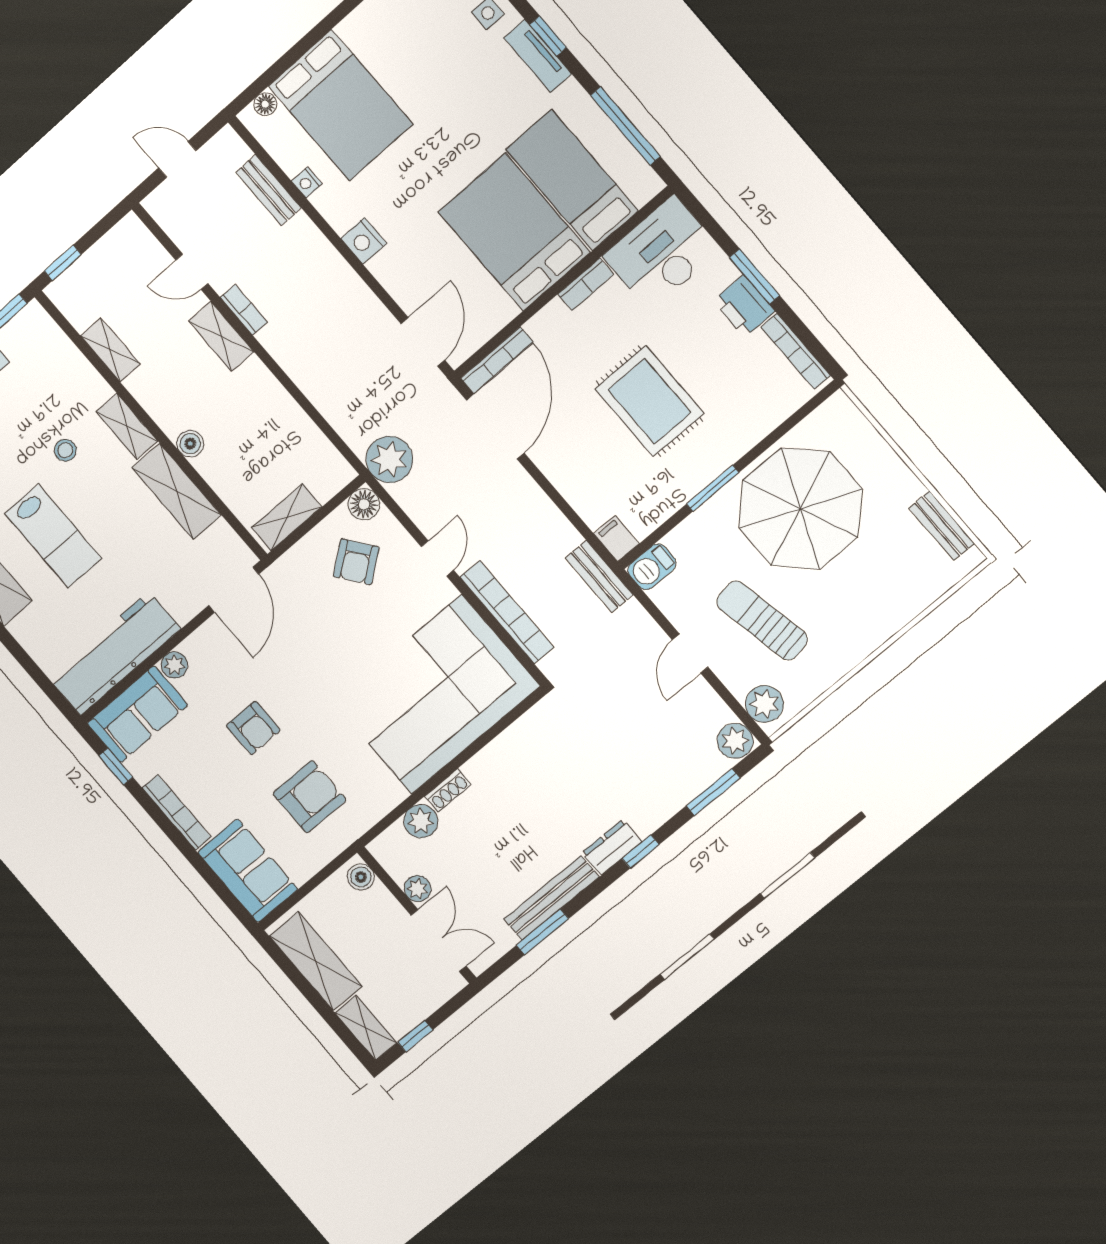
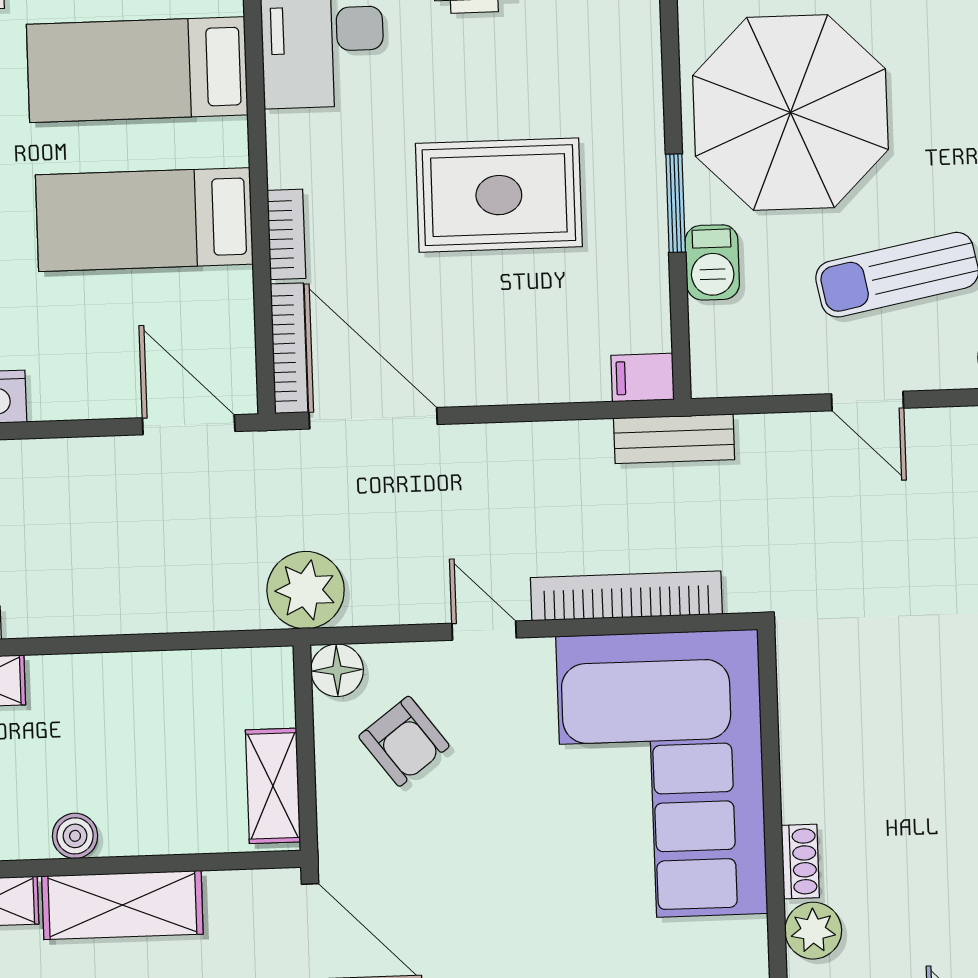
bed: (514, 232) -> (144, 220), width x0.67
bookcase: (586, 284) -> (286, 234), moved
barbecue: (652, 567) -> (712, 262), moved

